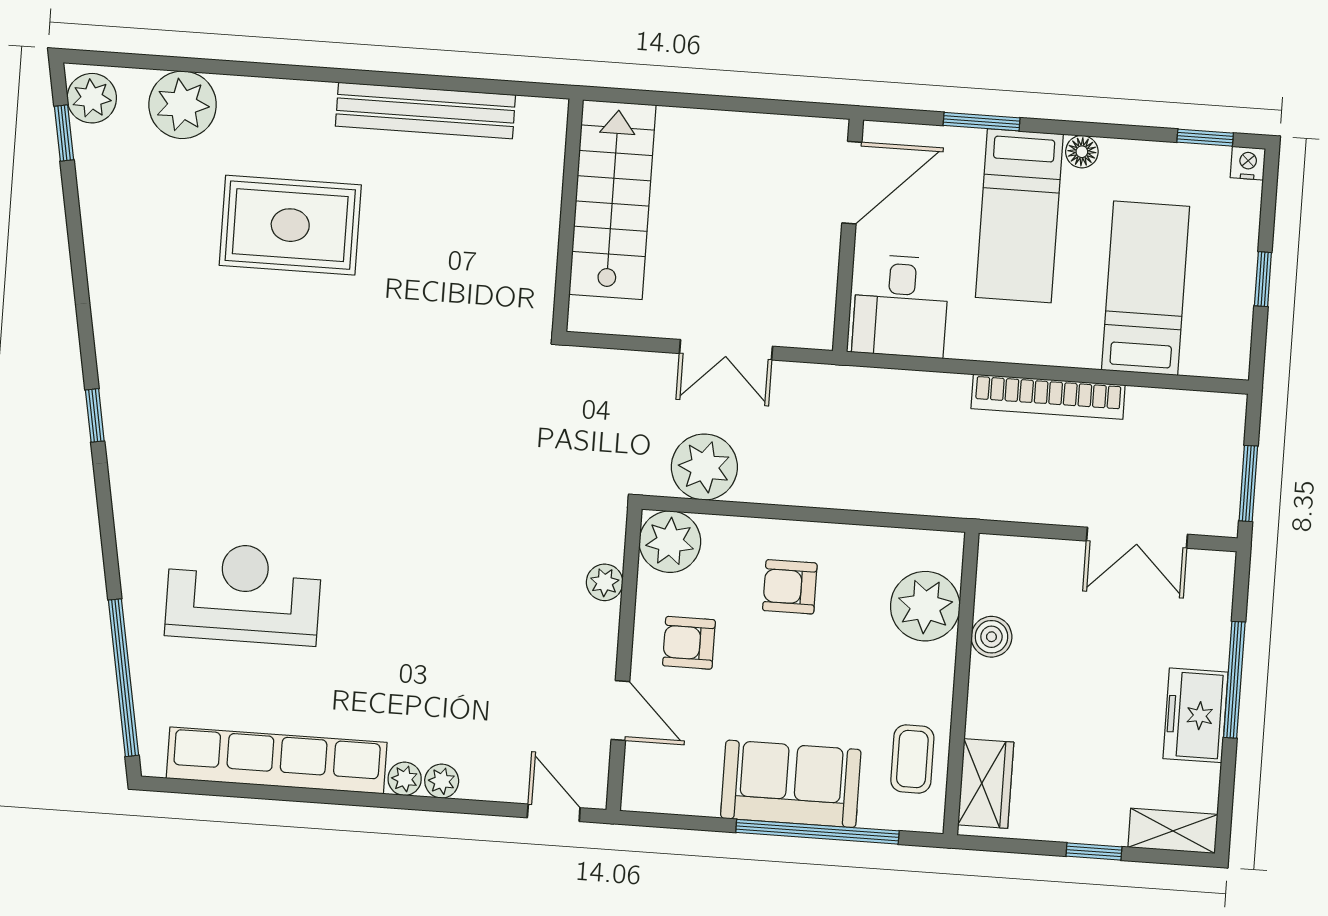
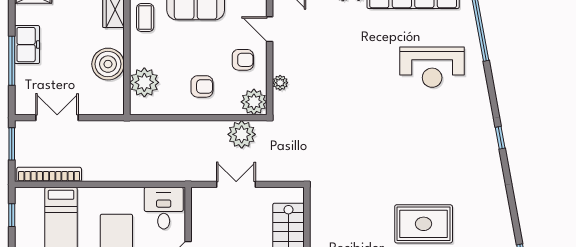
window: (1263, 279) -> (12, 215), moved
bookcase: (1048, 397) -> (49, 174), moved
boiler: (991, 637) -> (108, 64), width x1.86, depth x1.86

